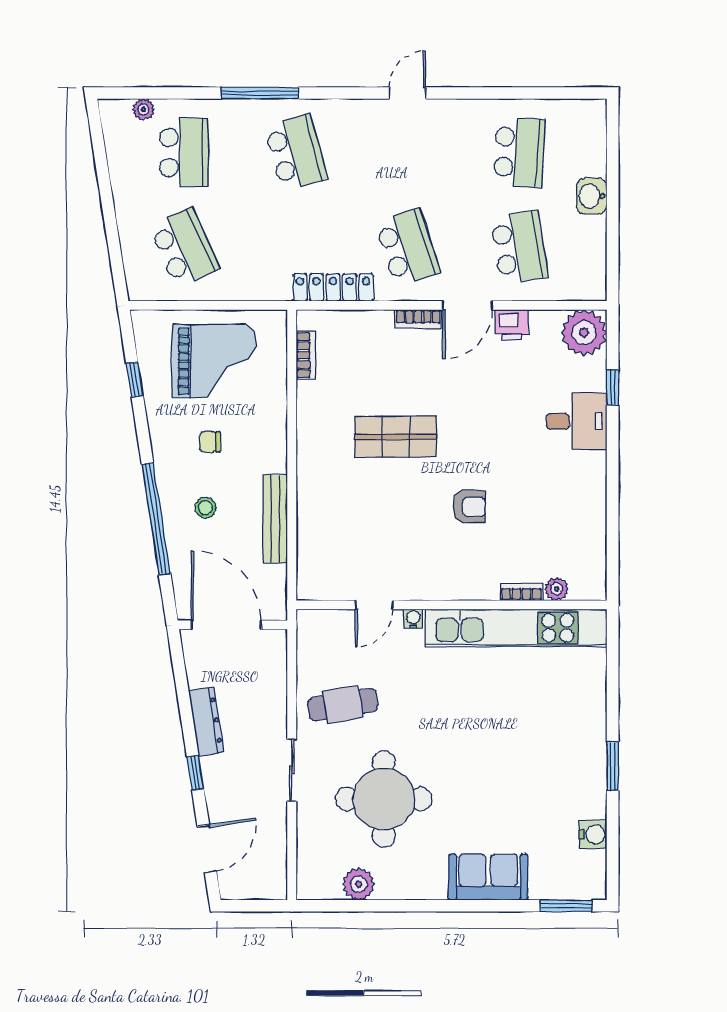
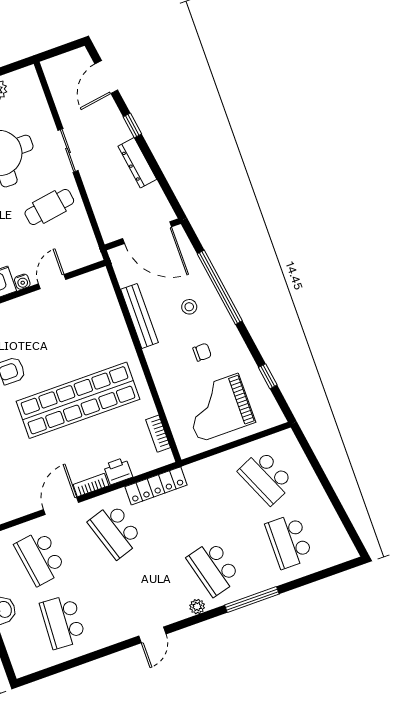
plant: (144, 109) -> (197, 607), moved
printer: (512, 325) -> (118, 471), moved
shop shelf: (396, 437) -> (78, 400), width x2.00, depth x1.36

